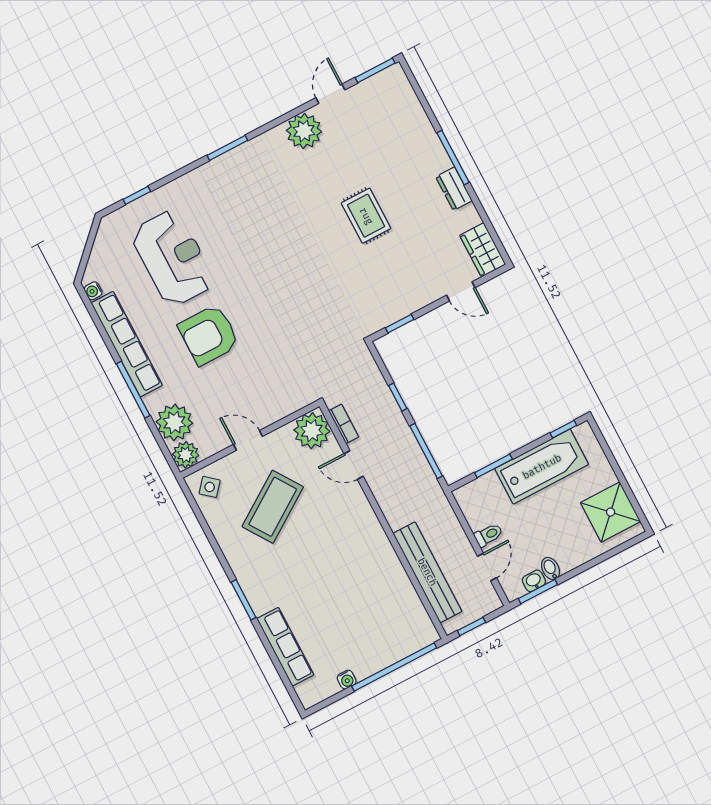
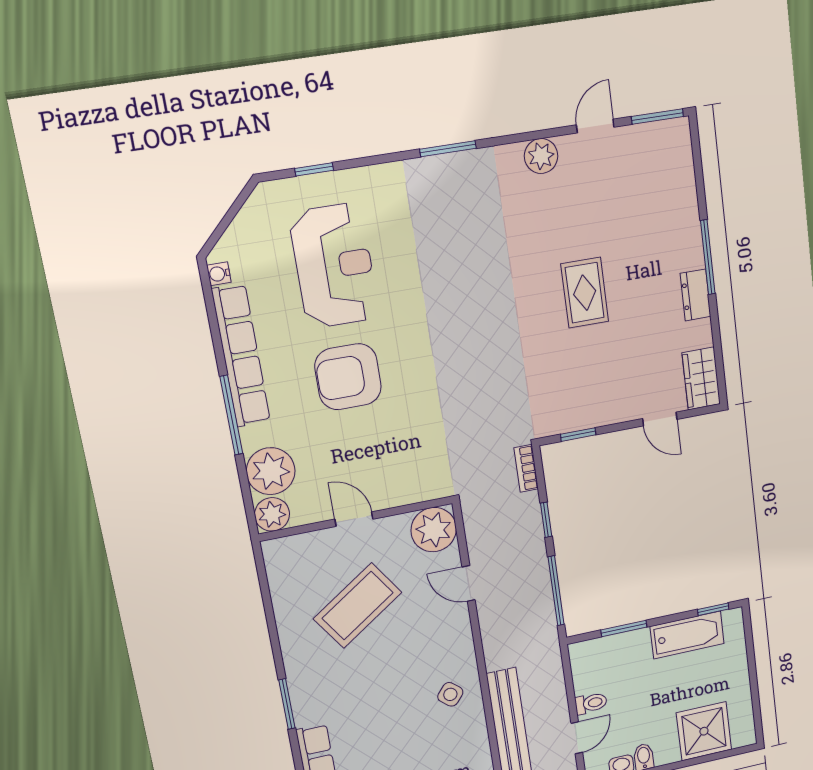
plant: (304, 131) -> (541, 156), width x0.73, depth x0.73
bookcase: (344, 424) -> (526, 468), moved, turned 180
bathtub: (542, 467) -> (687, 635), width x0.73, depth x0.73
side table: (210, 487) -> (450, 694), moved
shower: (611, 512) -> (704, 731), moved

